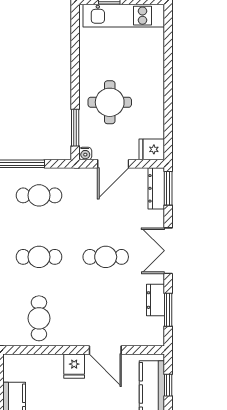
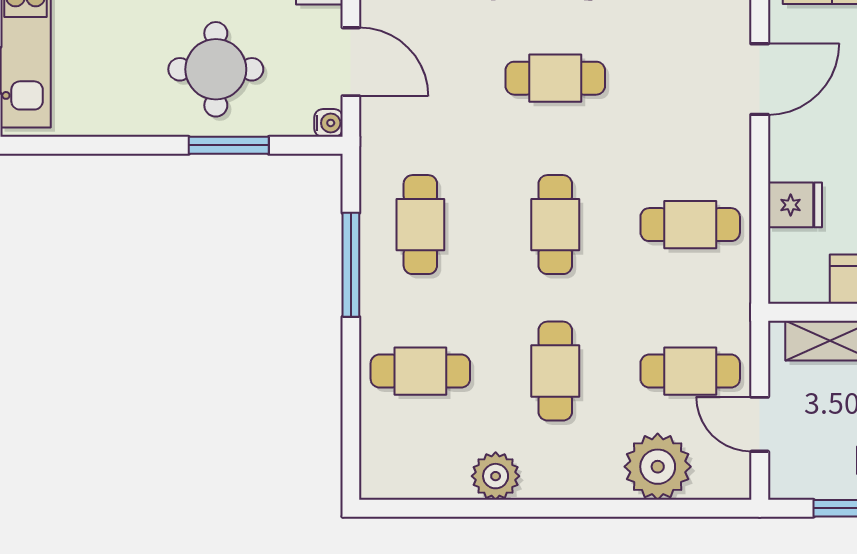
window: (75, 128) -> (229, 145), moved
cafe table: (106, 257) -> (555, 78), turned 90
fridge: (74, 366) -> (795, 205), moved

